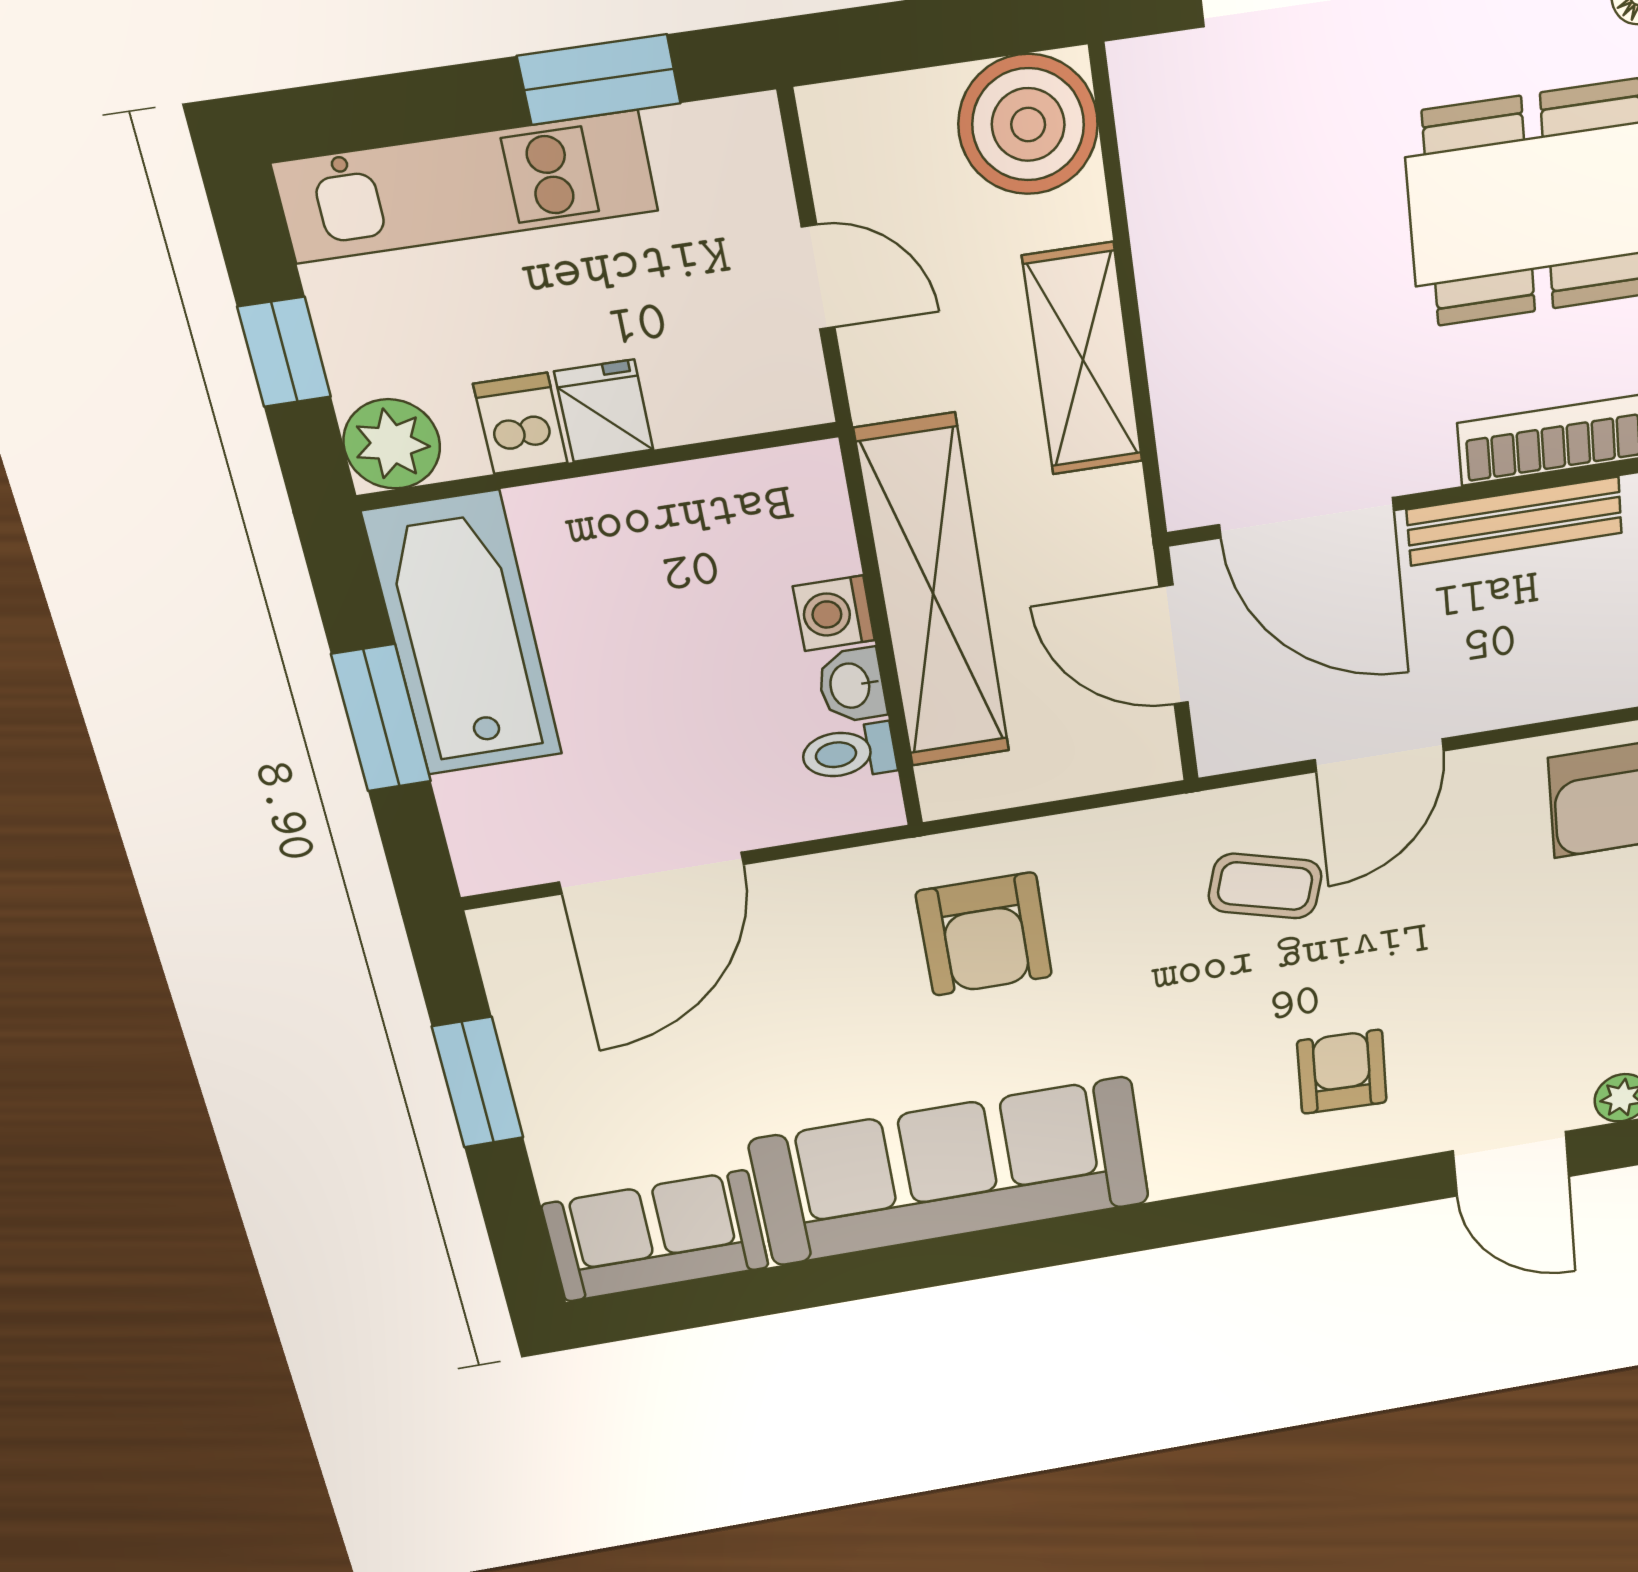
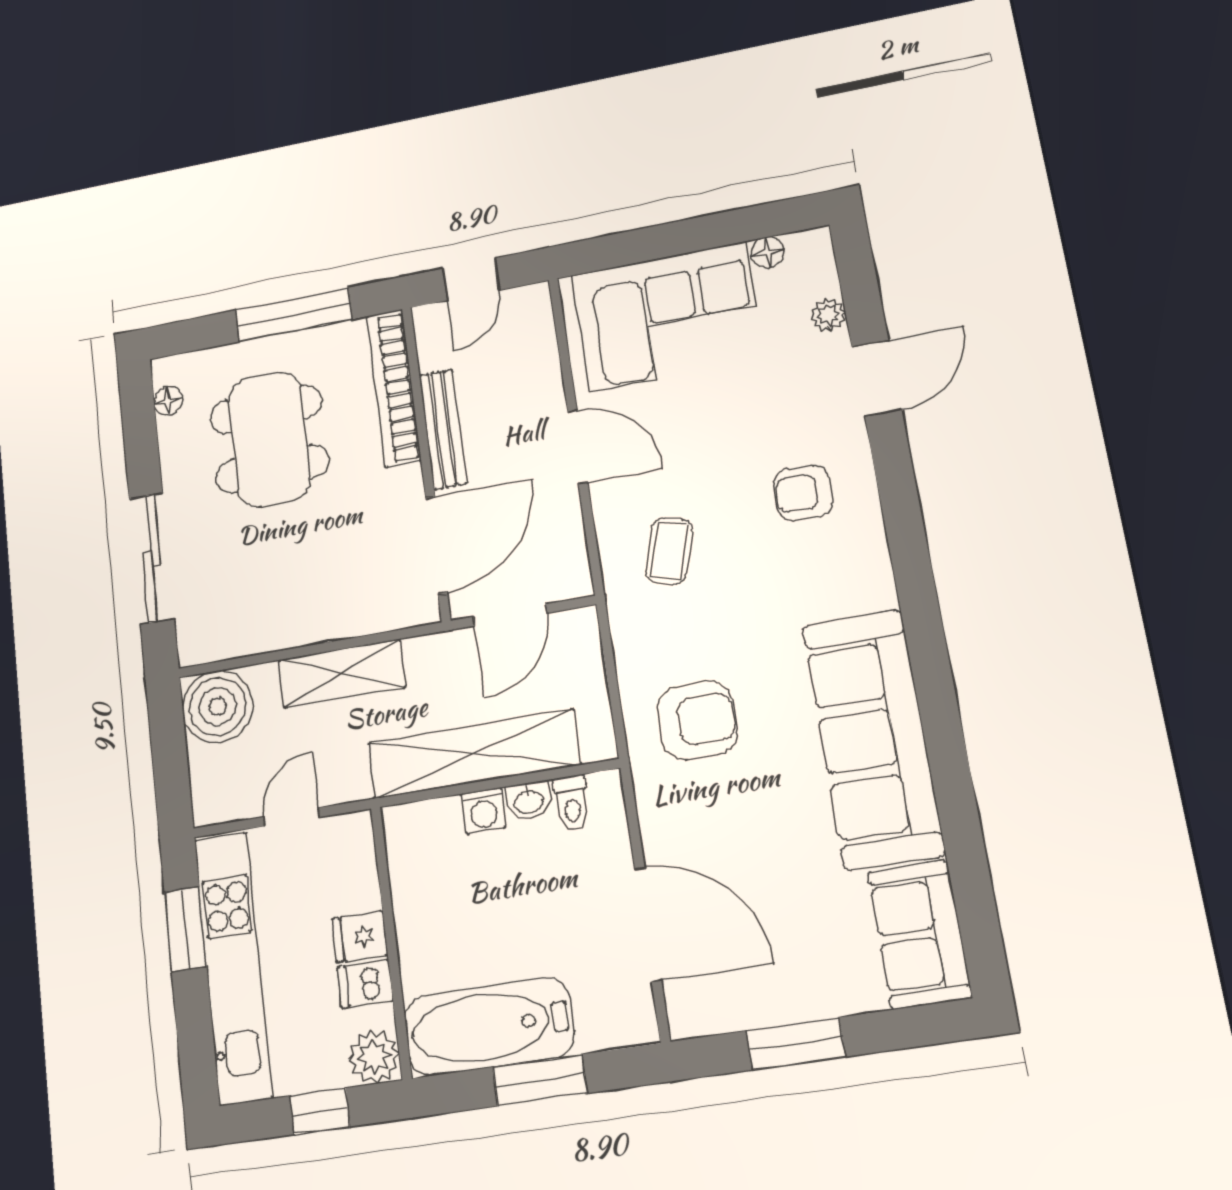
kitchen unit: (466, 187) -> (233, 967), width x1.36
door: (1379, 755) -> (578, 447), moved

